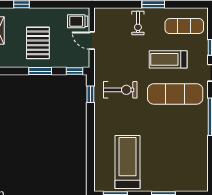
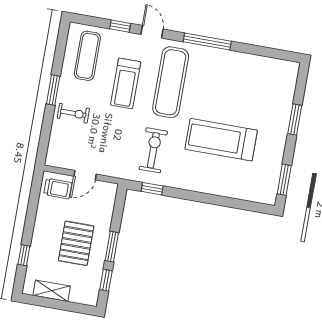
trolley: (78, 21) -> (58, 189), turned -89
pallet: (38, 43) -> (76, 243), turned 90
window: (75, 71) -> (106, 280), moved
treadmill: (127, 162) -> (221, 140), moved

